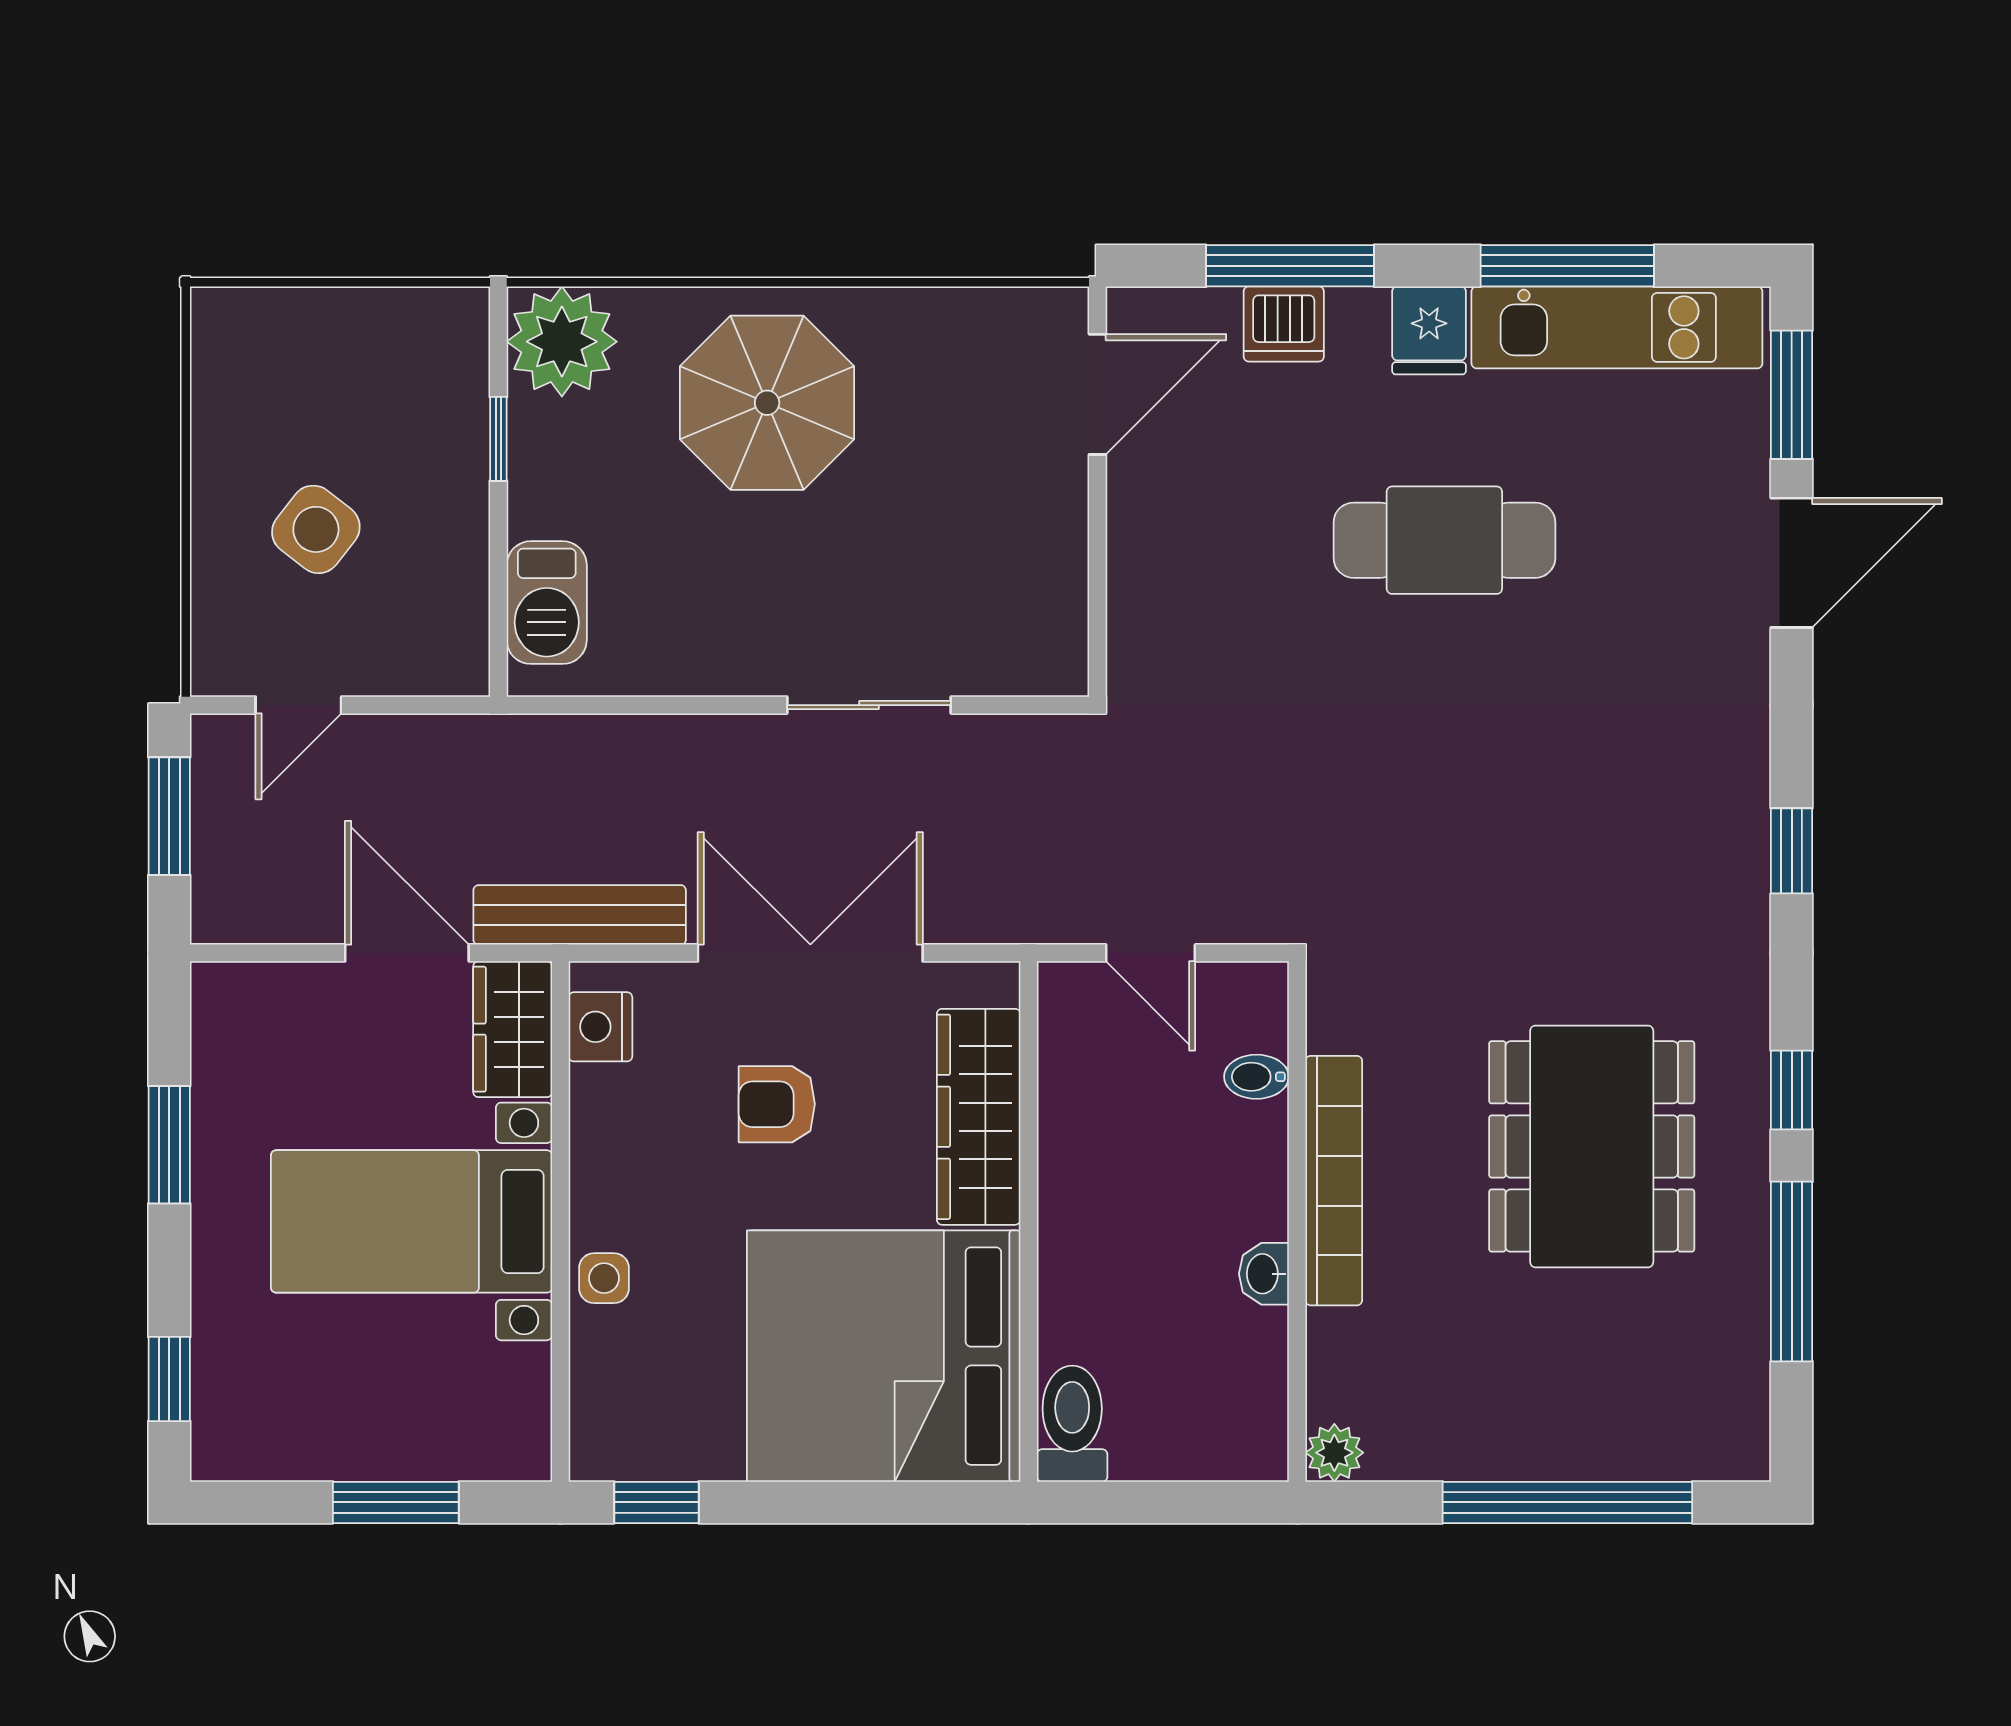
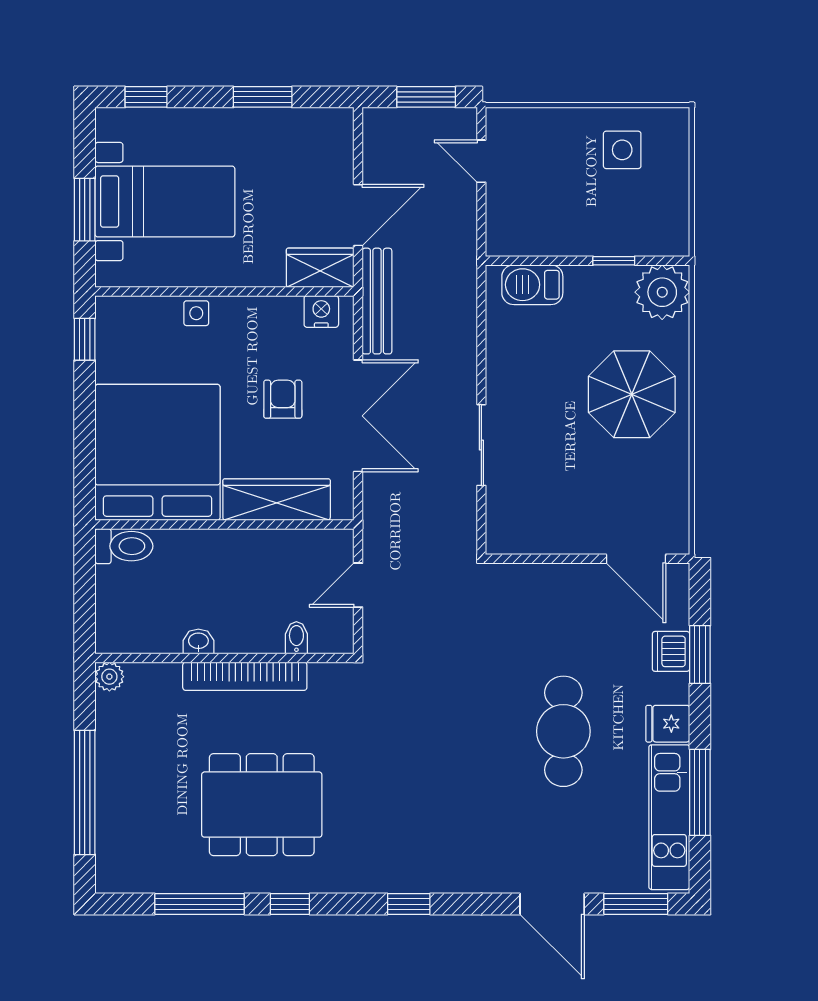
window: (1290, 266) -> (700, 655), width x0.69
side table: (316, 529) -> (622, 150), moved, turned -38
bed with nightstands: (412, 1221) -> (165, 202), moved, turned 90

